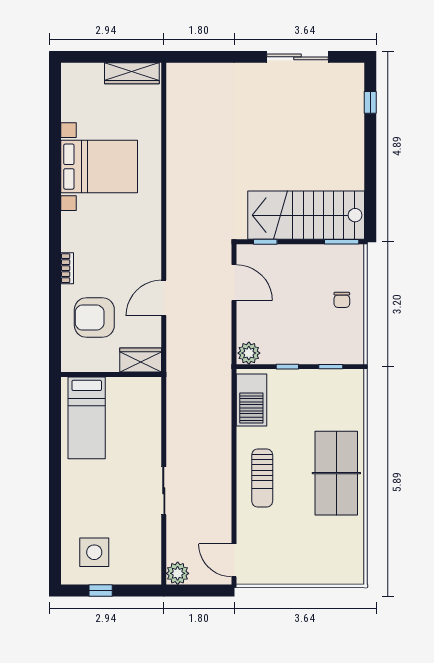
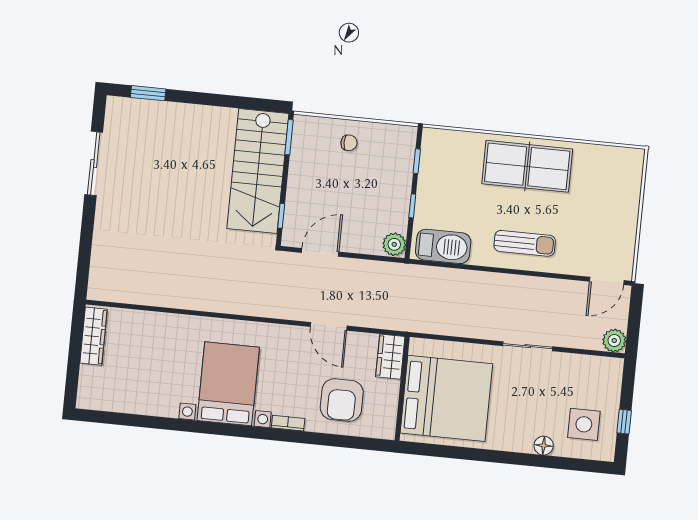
window: (370, 102) -> (148, 93), width x1.50
bed with nightstands: (99, 167) -> (228, 384), moved
bed: (87, 418) -> (446, 398), width x2.04
floor lamp: (70, 516) -> (544, 446), added

